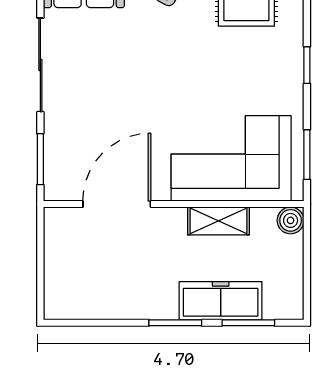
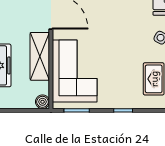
shelving: (218, 221) -> (40, 56), width x1.50, depth x1.33

